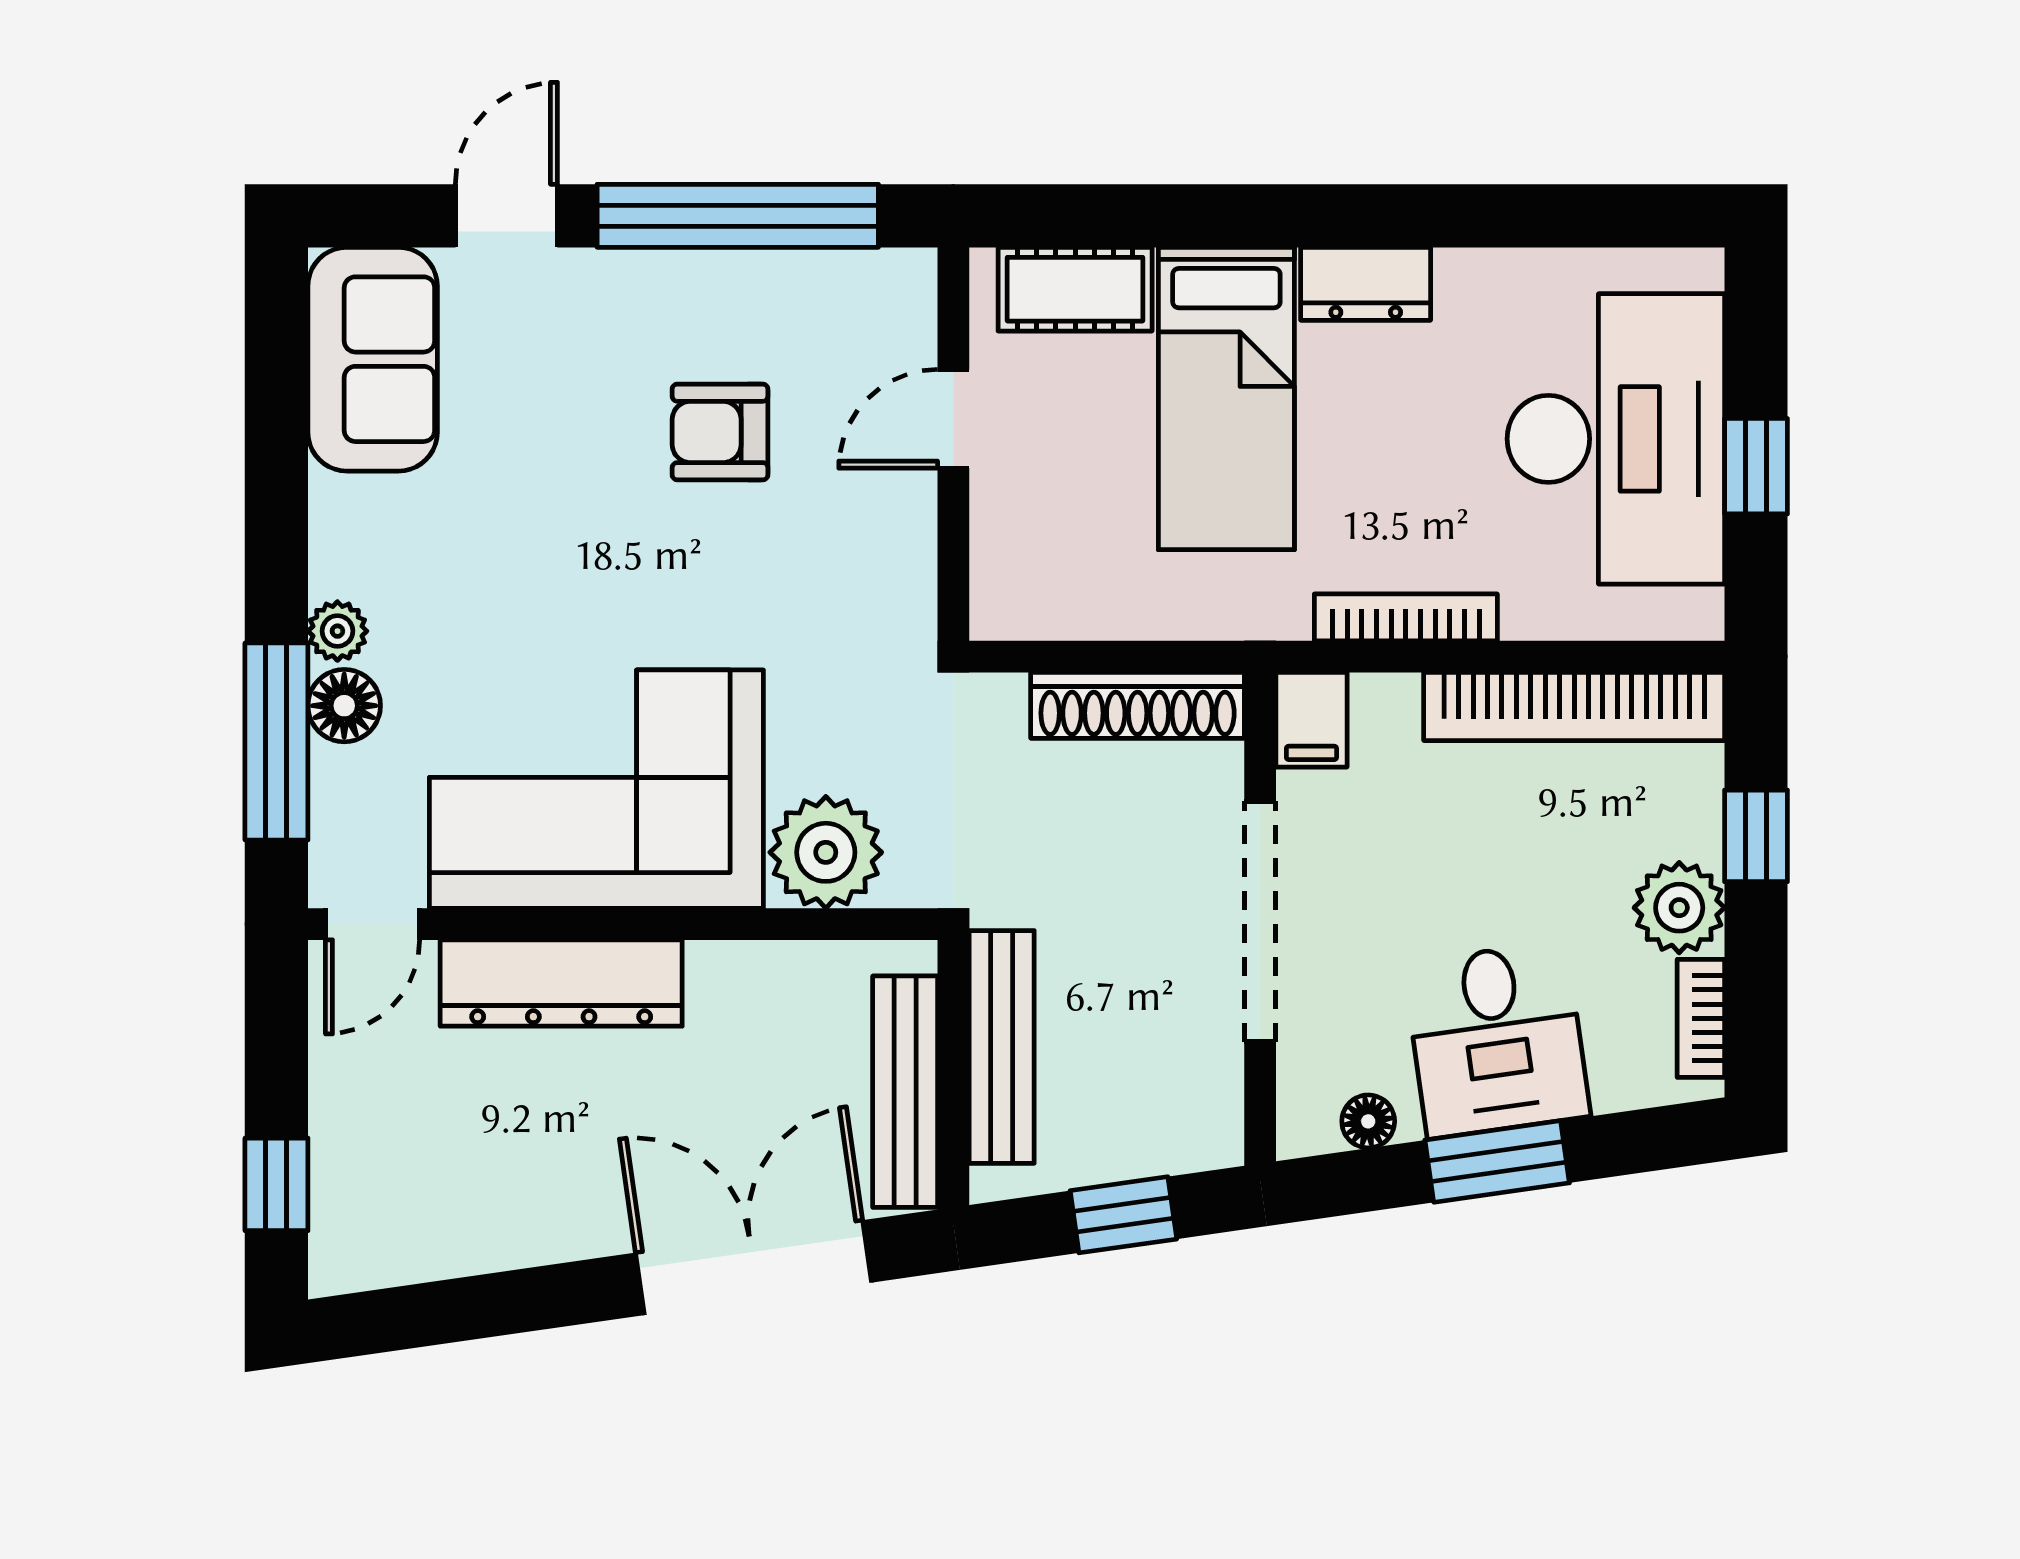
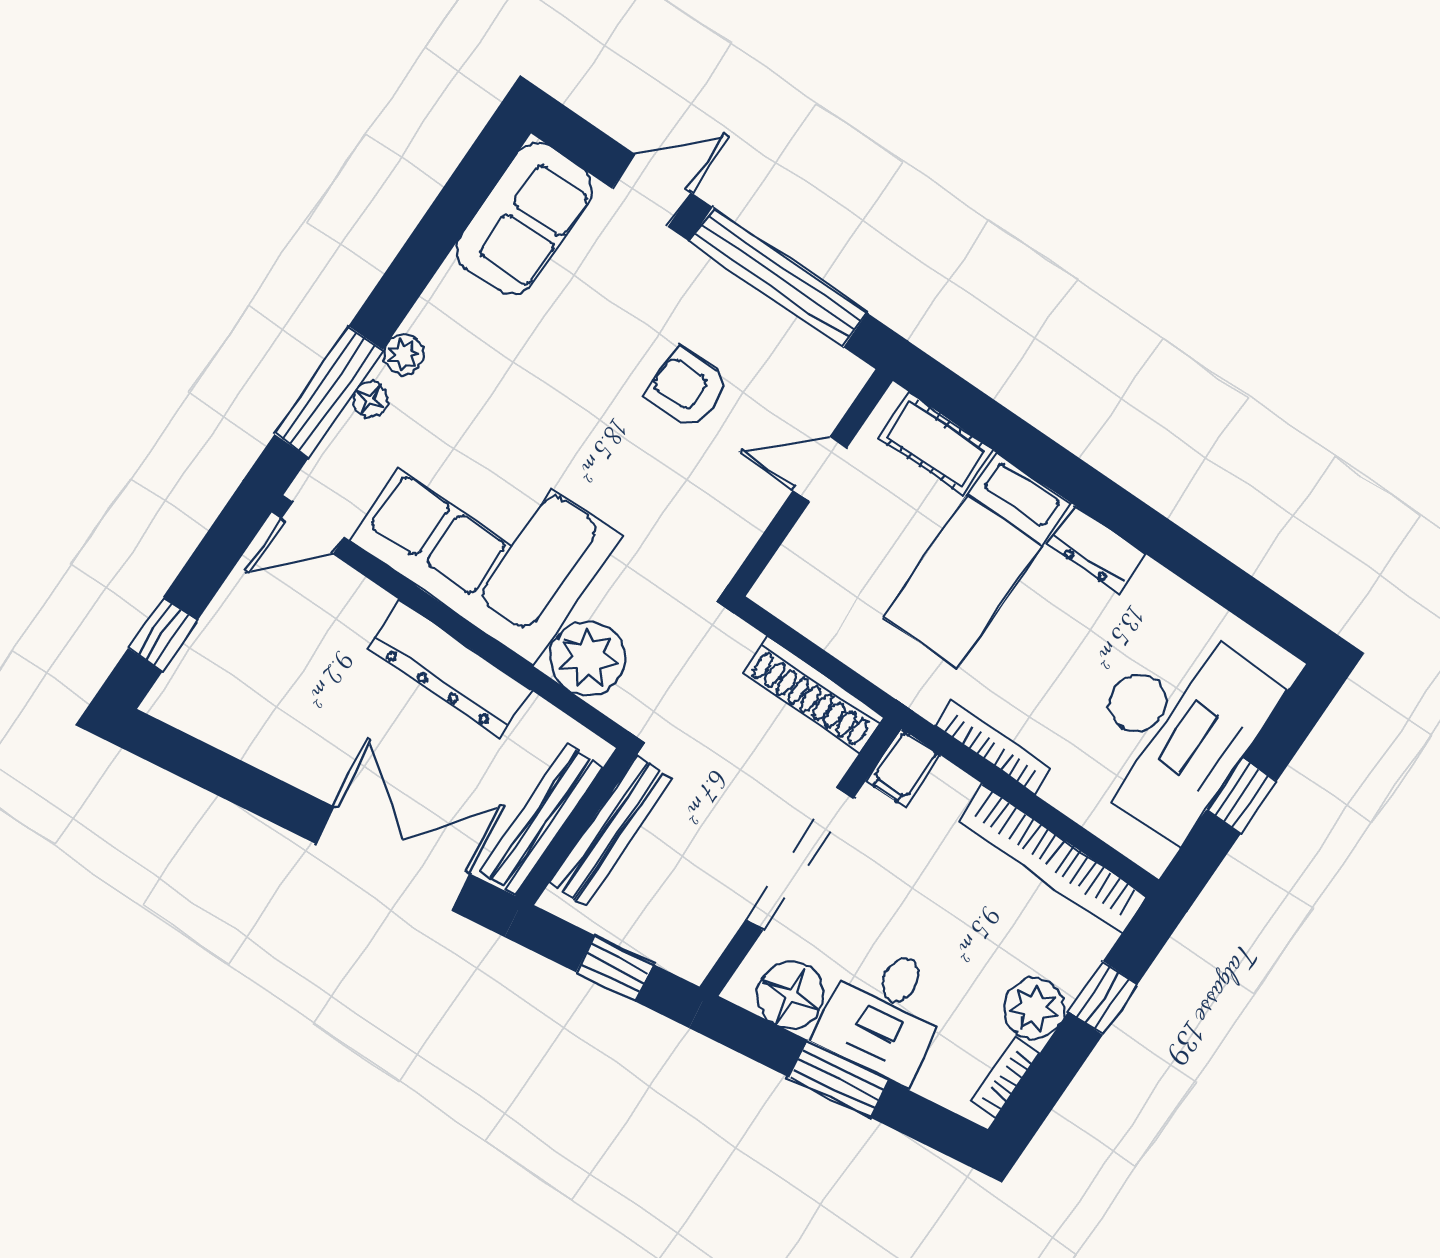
floor lamp: (344, 706) -> (370, 399), width x0.73, depth x0.73
dresser: (561, 983) -> (450, 669), moved
floor lamp: (1368, 1121) -> (791, 995), width x1.89, depth x1.89

